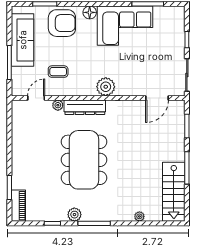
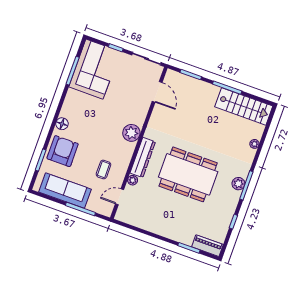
corner sofa: (125, 26) -> (94, 69), moved
door: (36, 98) -> (120, 197), hinge flipped
plant: (74, 215) -> (238, 184), moved

